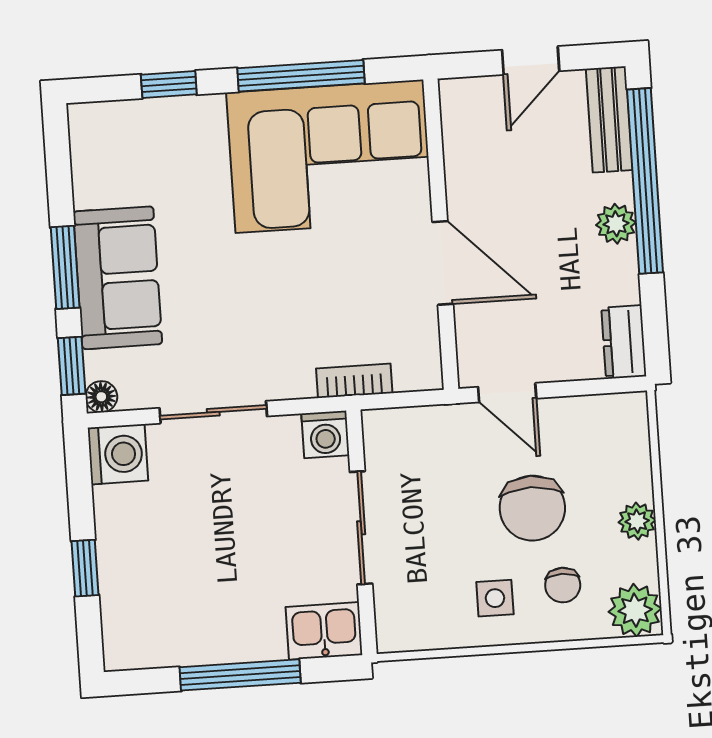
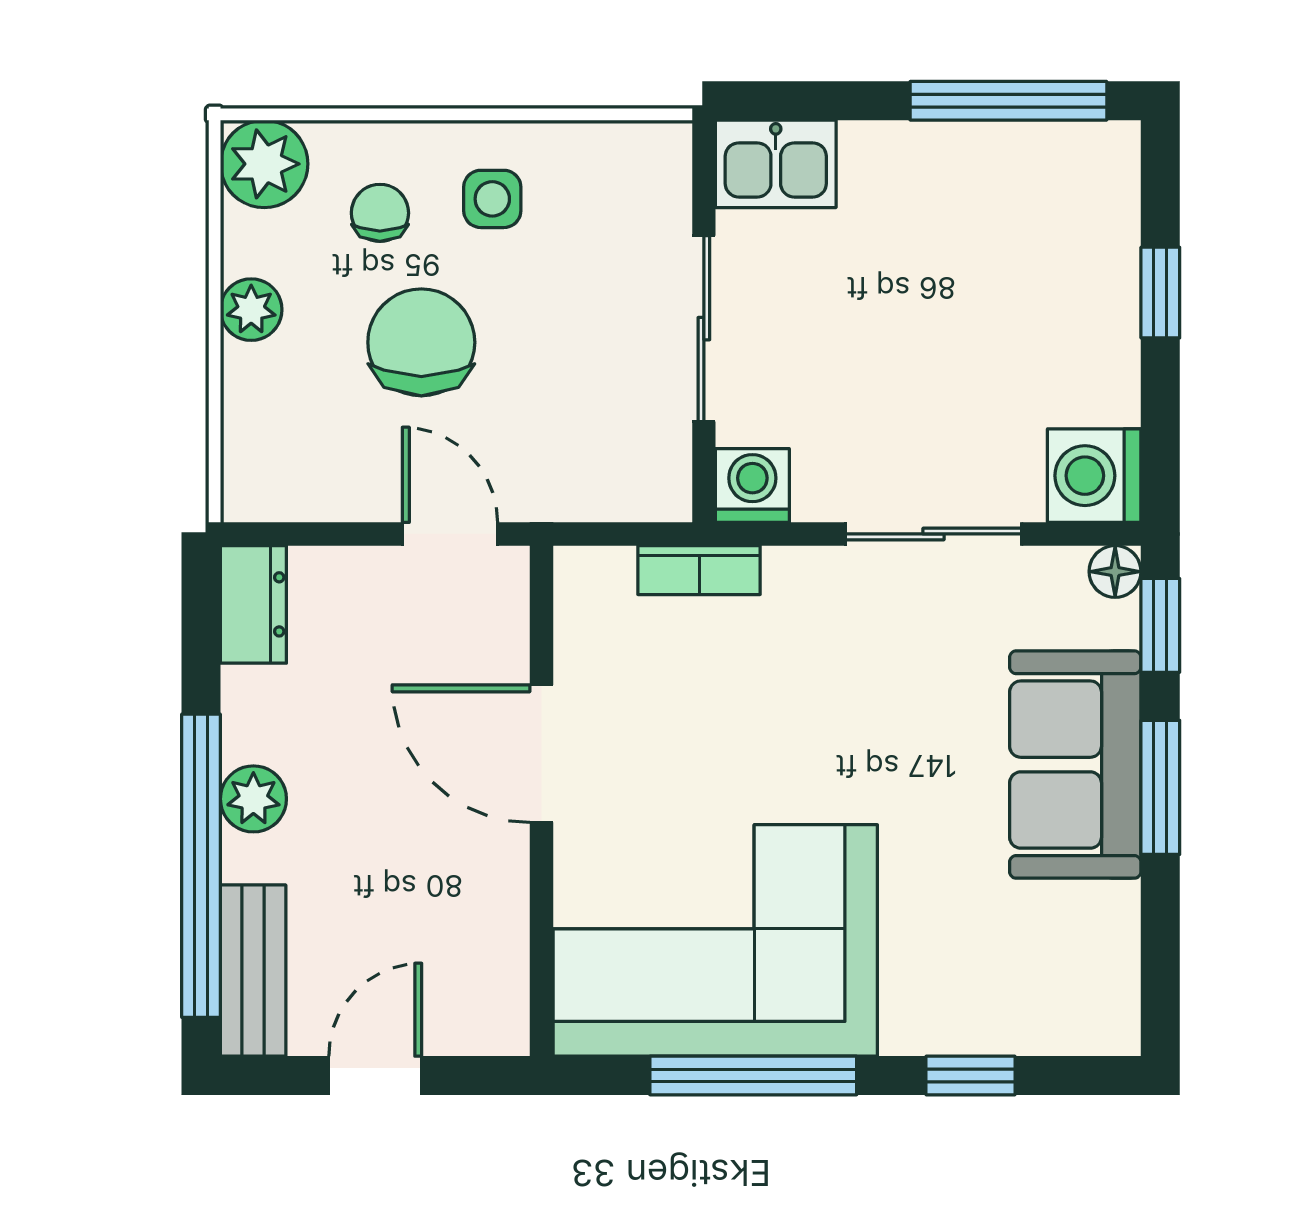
window: (240, 675) -> (1008, 101), moved

